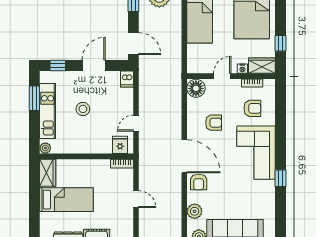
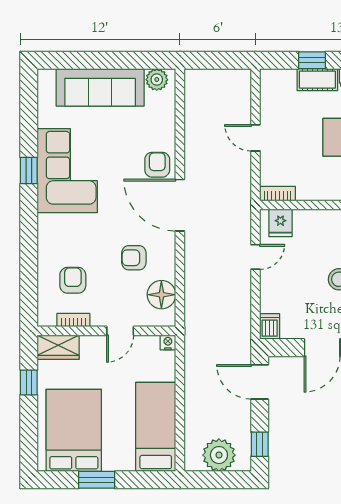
nightstand: (242, 69) -> (168, 342), moved
floor lamp: (196, 88) -> (161, 295), moved
armchair: (252, 108) -> (73, 280), turned 90
corner sofa: (256, 153) -> (67, 171), moved
plant: (195, 211) -> (164, 119), removed

